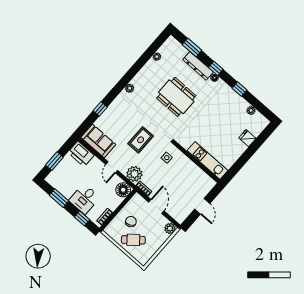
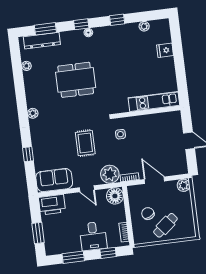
dresser: (198, 66) -> (42, 41), moved

